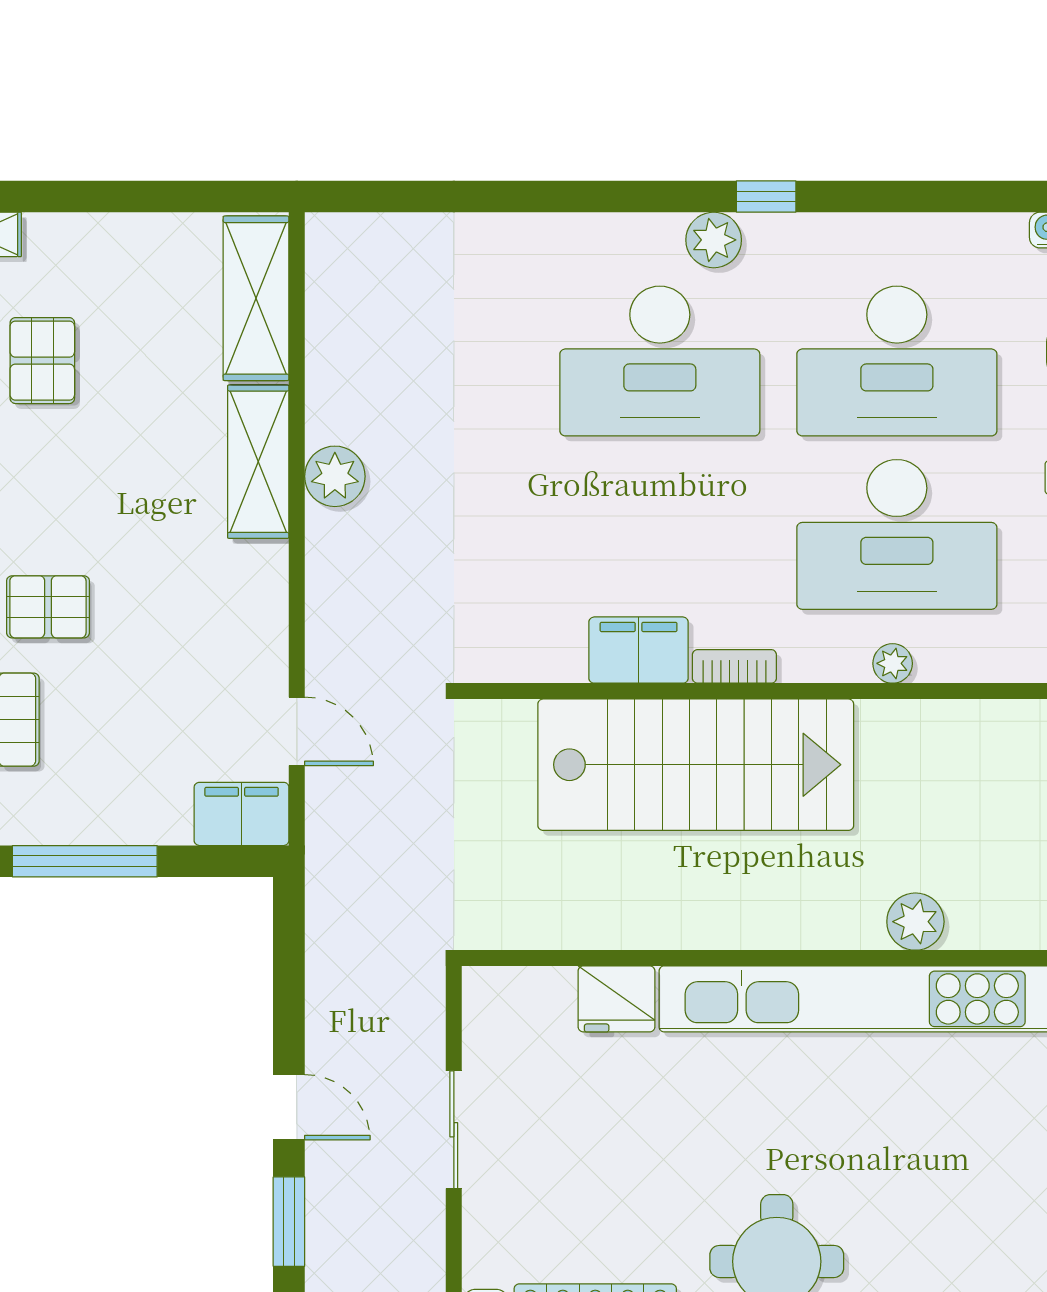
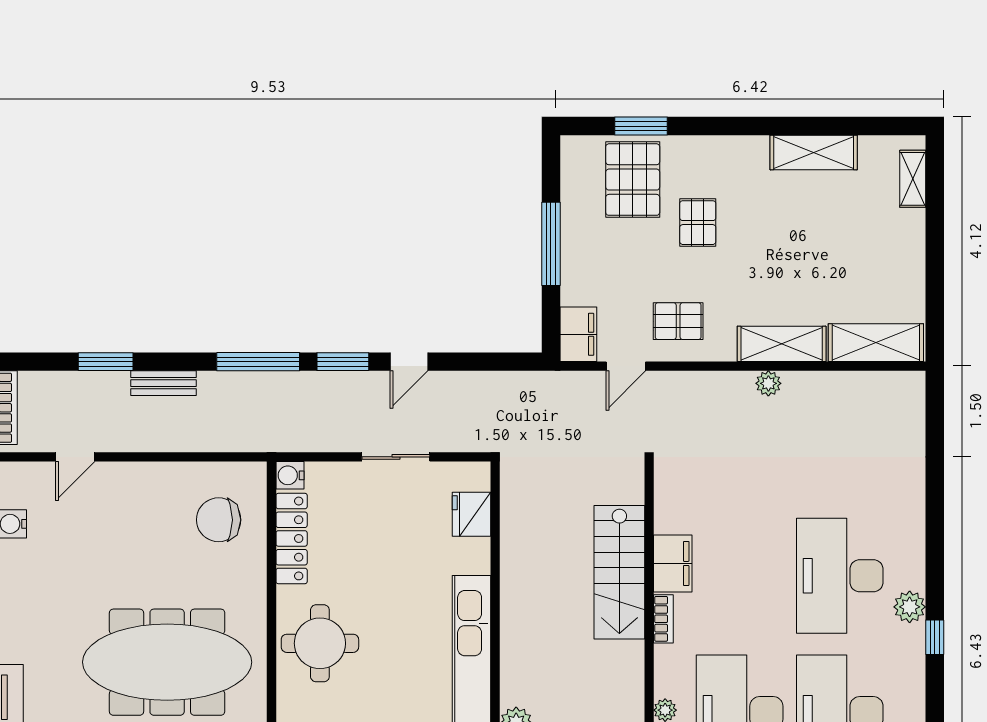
pallet: (42, 361) -> (678, 321), moved
plant: (335, 476) -> (768, 383), width x0.73, depth x0.73
stairs: (696, 765) -> (619, 572), width x0.73, depth x0.66
fridge: (617, 999) -> (471, 514), moved

